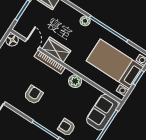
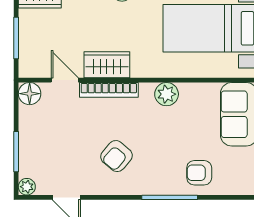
armchair: (33, 95) -> (117, 156), turned -140

